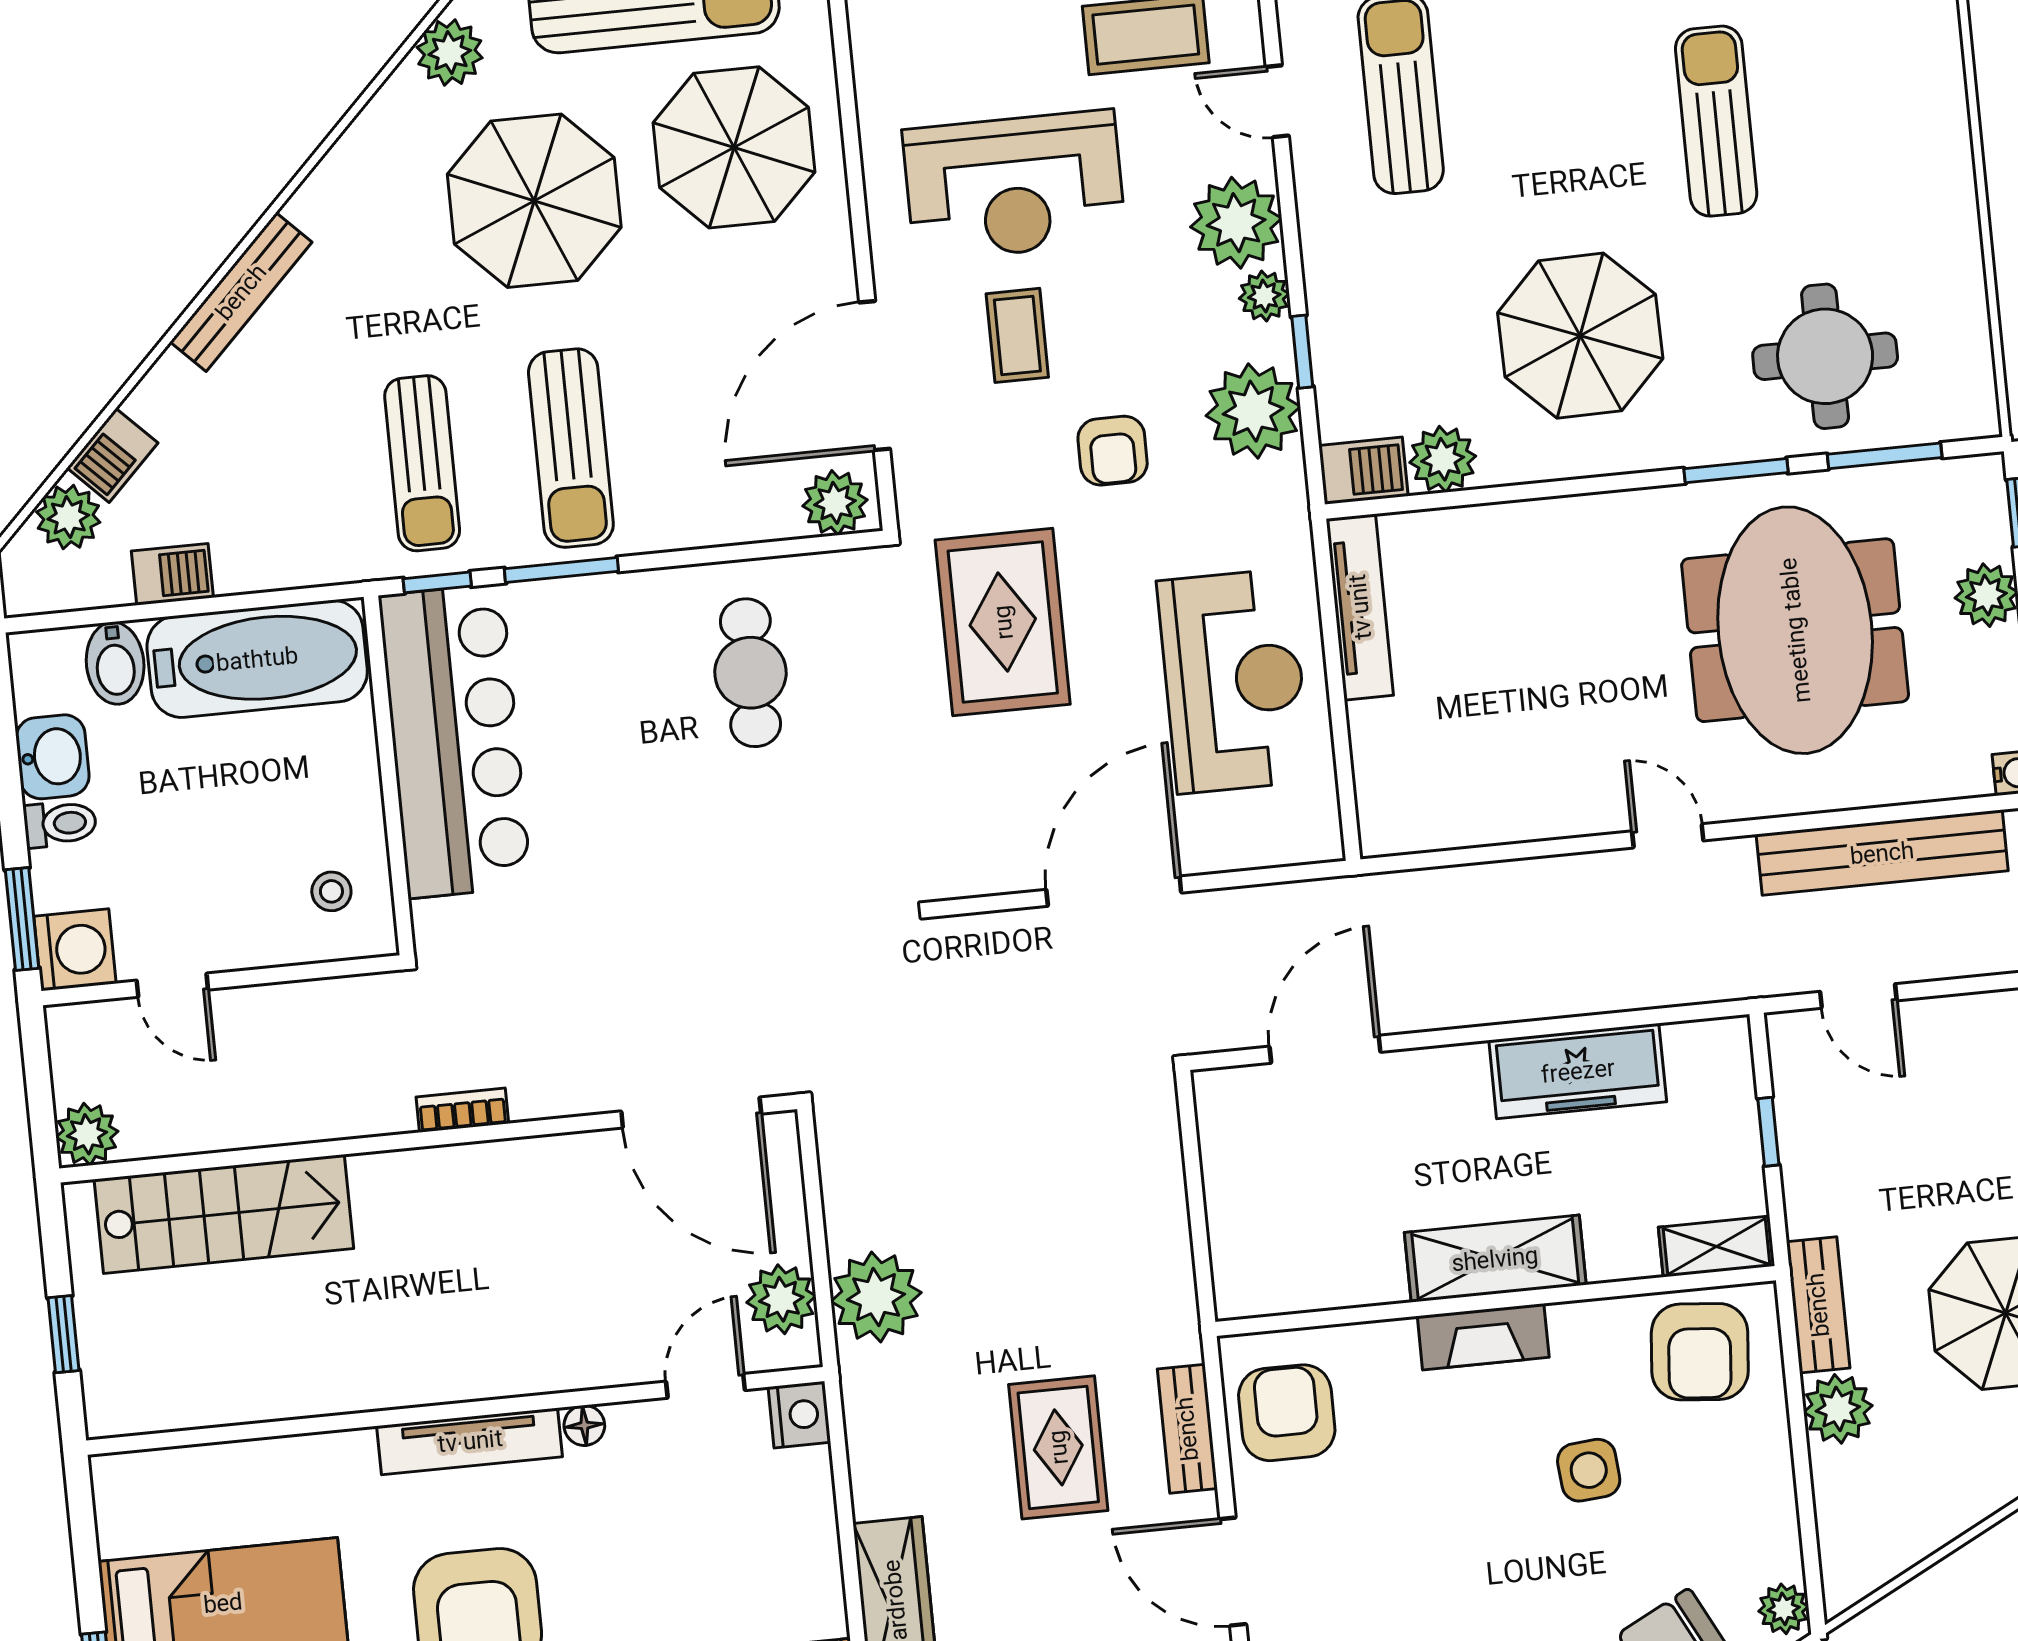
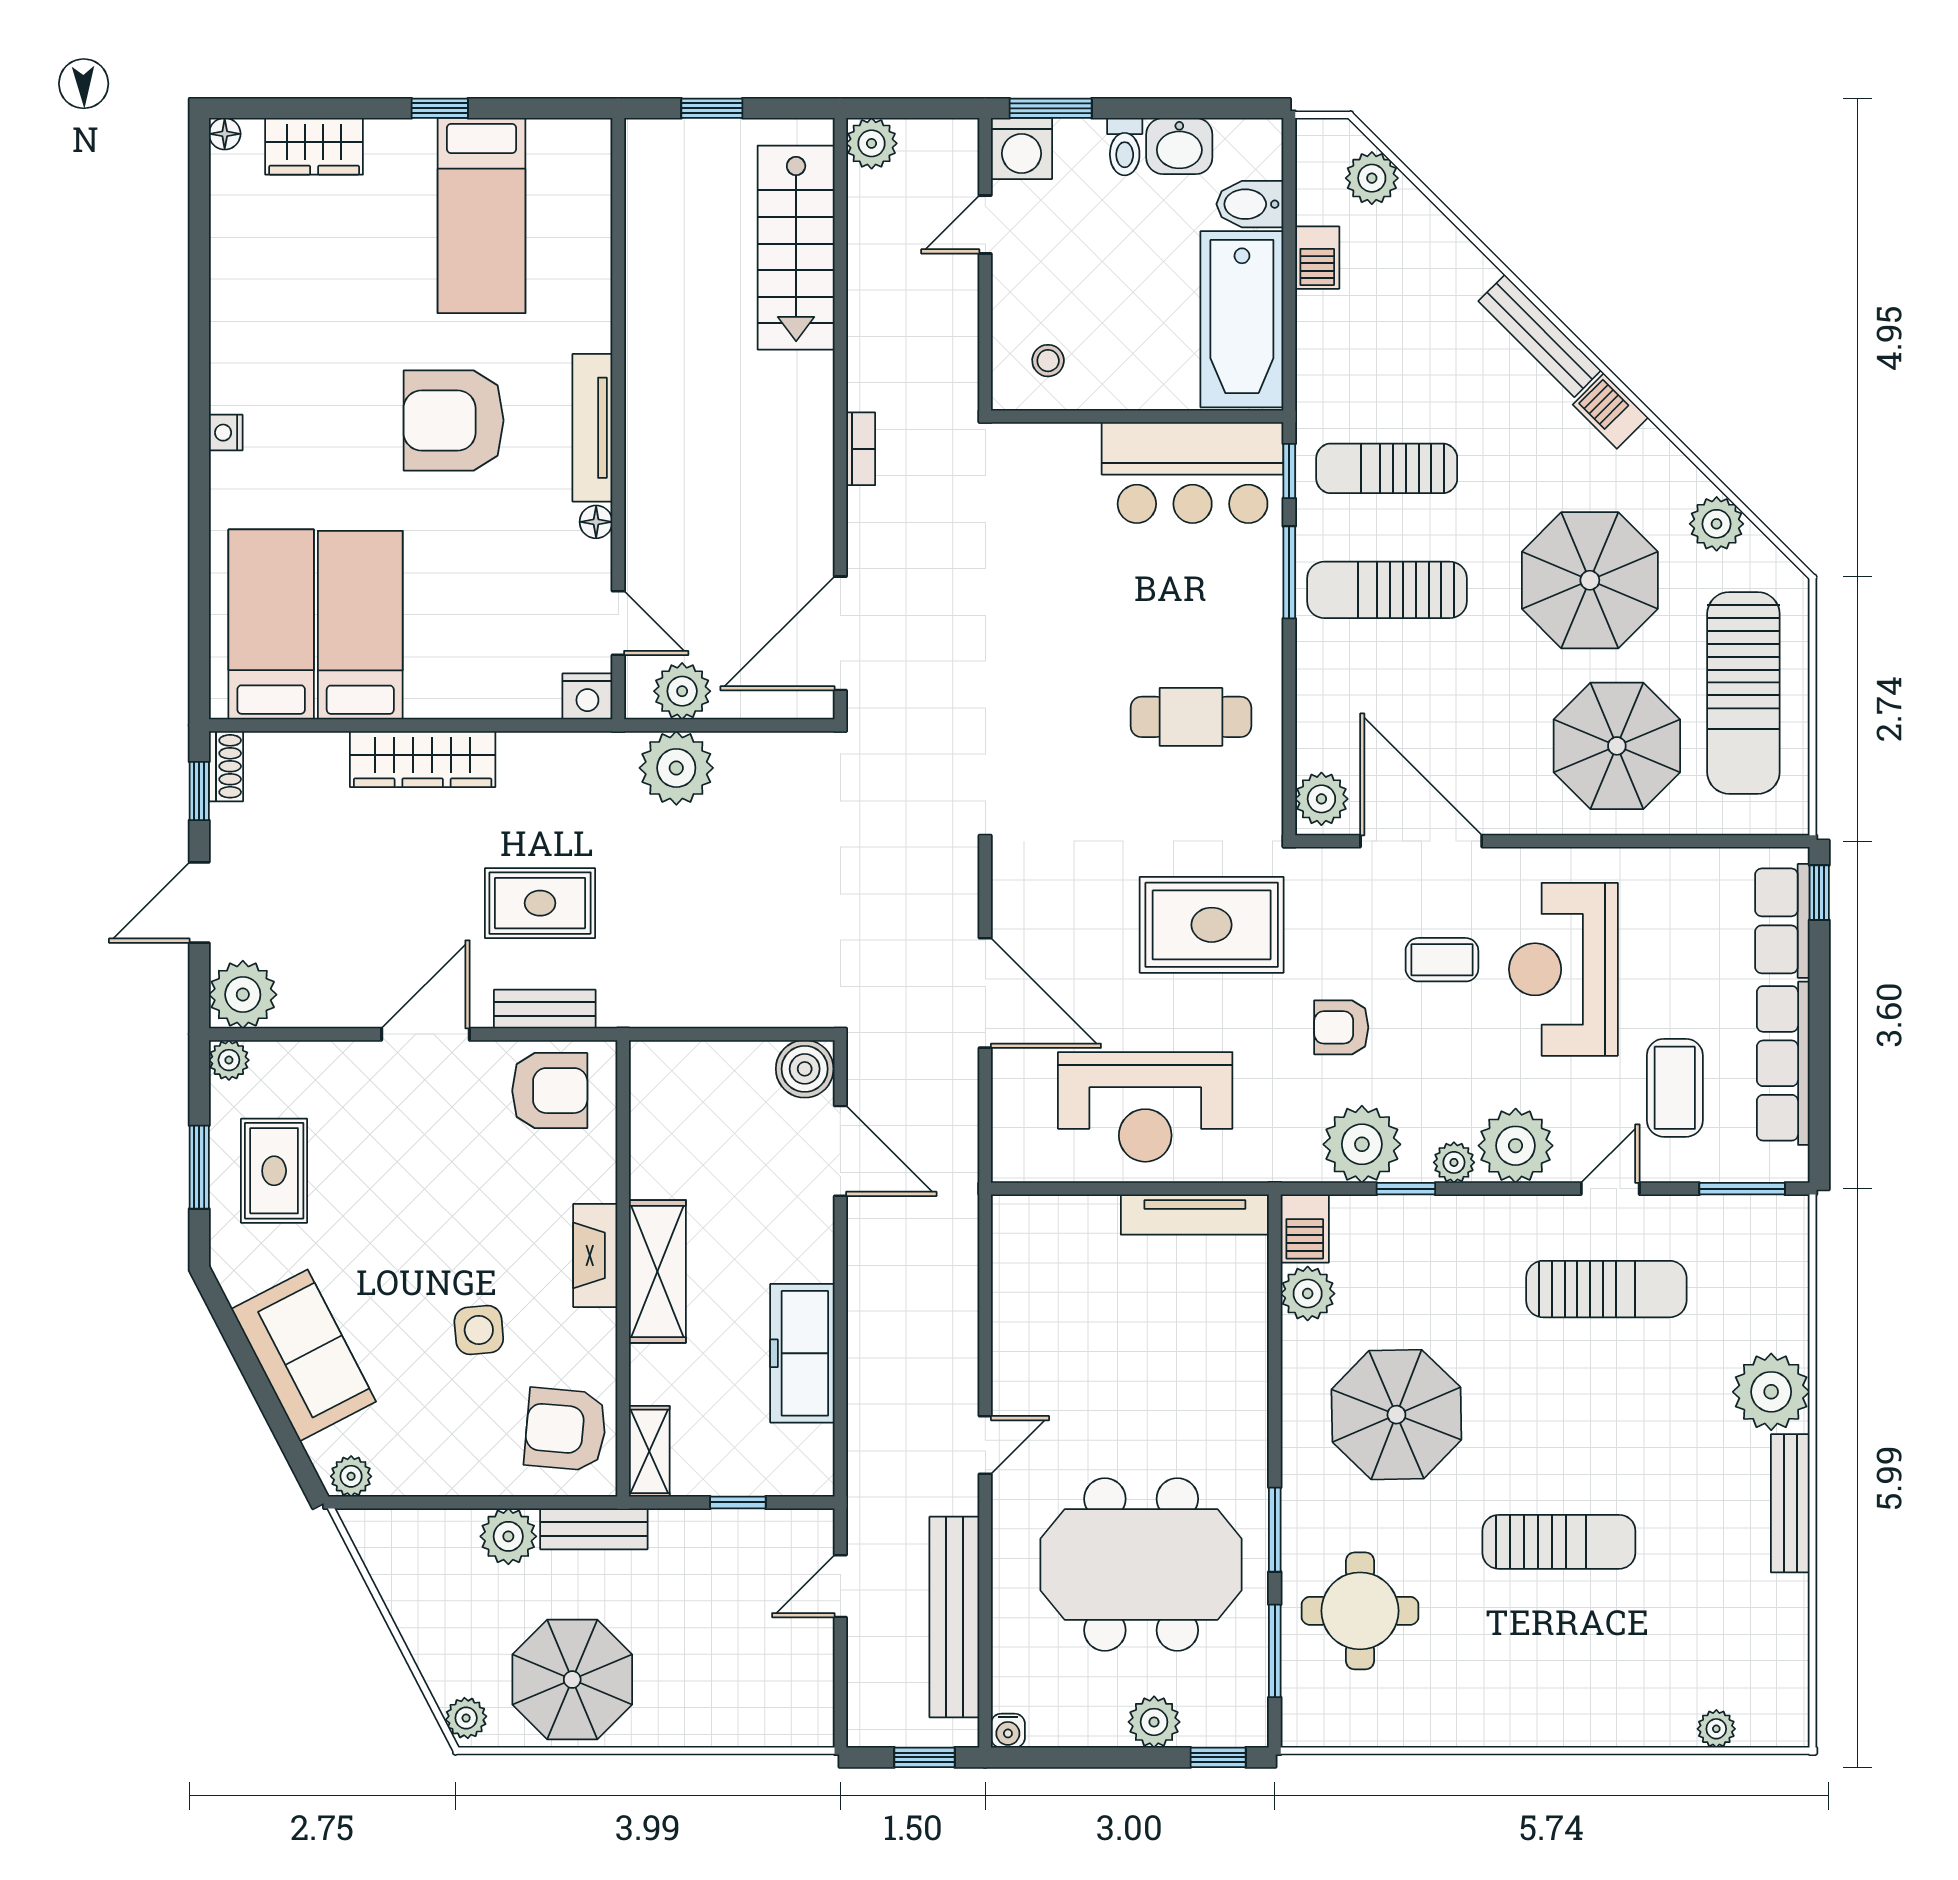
barbecue: (112, 455) -> (1610, 411), moved
bar counter: (455, 741) -> (1193, 473), width x0.73
boiler: (1229, 1103) -> (805, 1069), added

